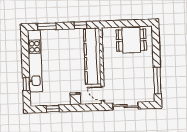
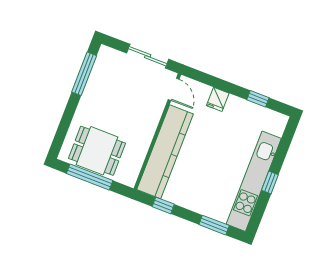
window: (129, 23) -> (90, 177), added
window: (26, 84) -> (270, 182), moved

